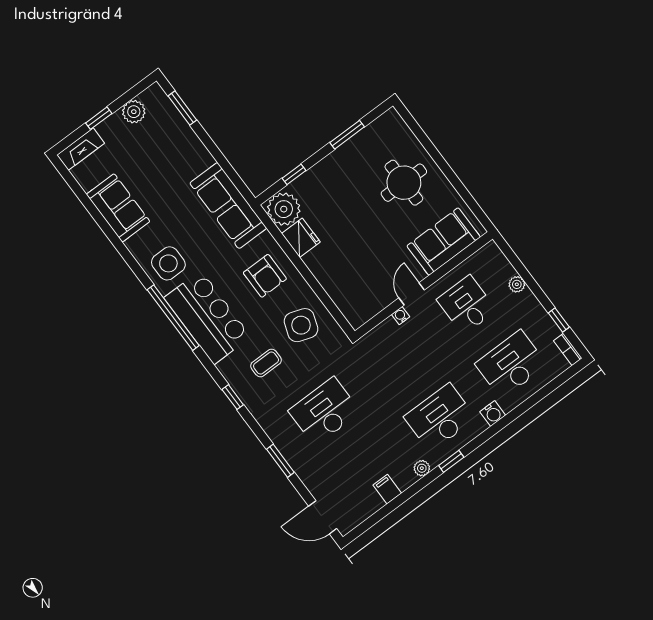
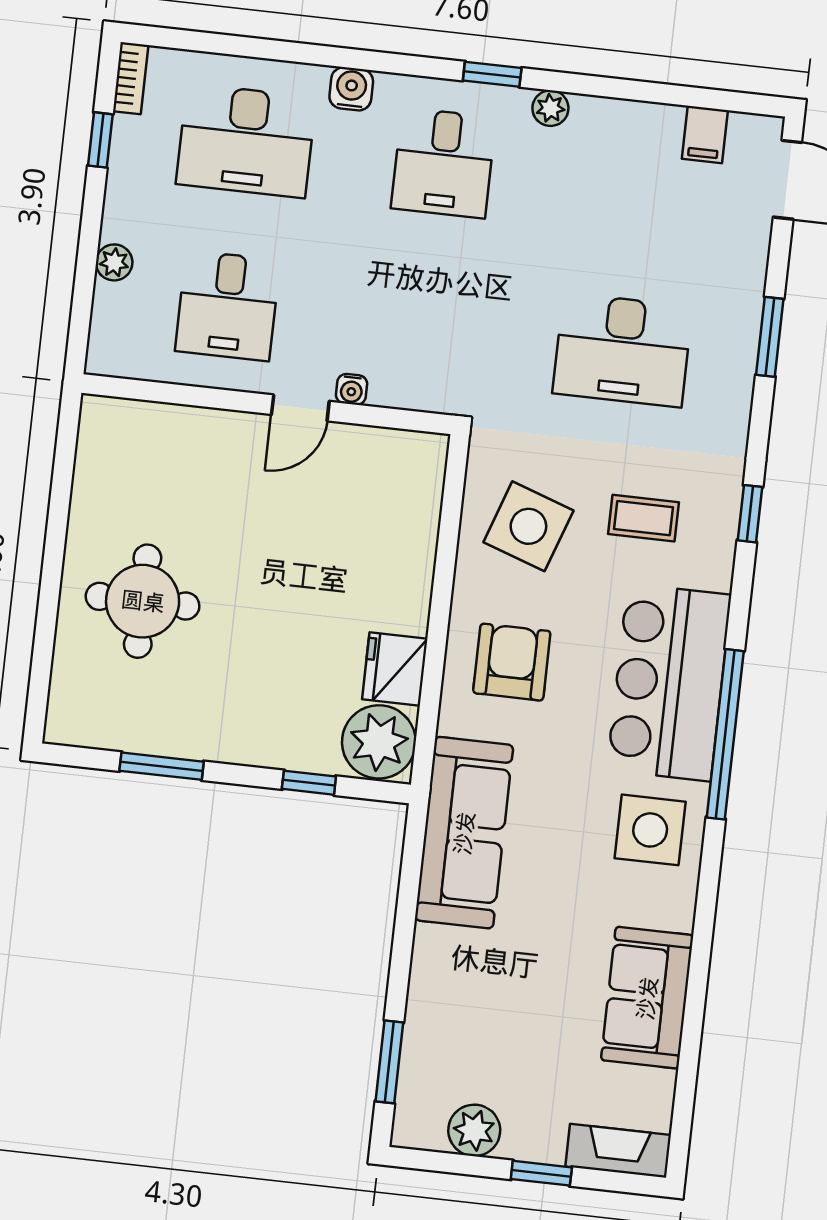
sofa: (444, 242) -> (168, 444), removed
desk: (440, 418) -> (443, 163), width x0.73
filing cabinet: (387, 489) -> (705, 134), moved

